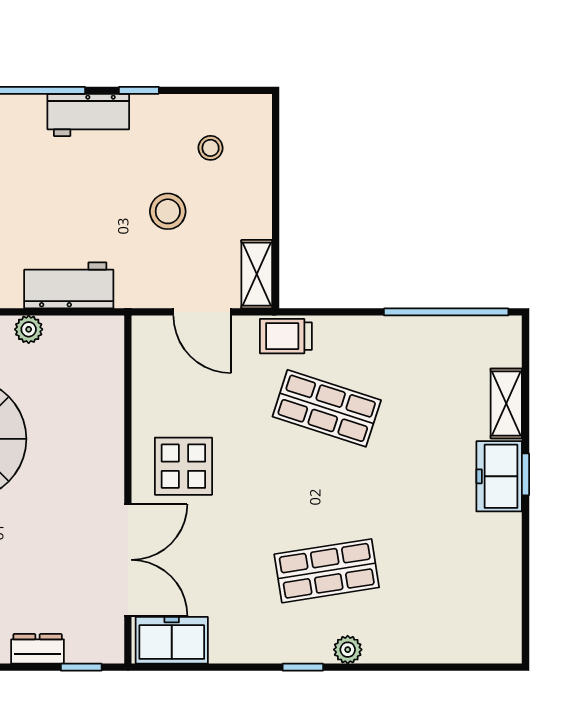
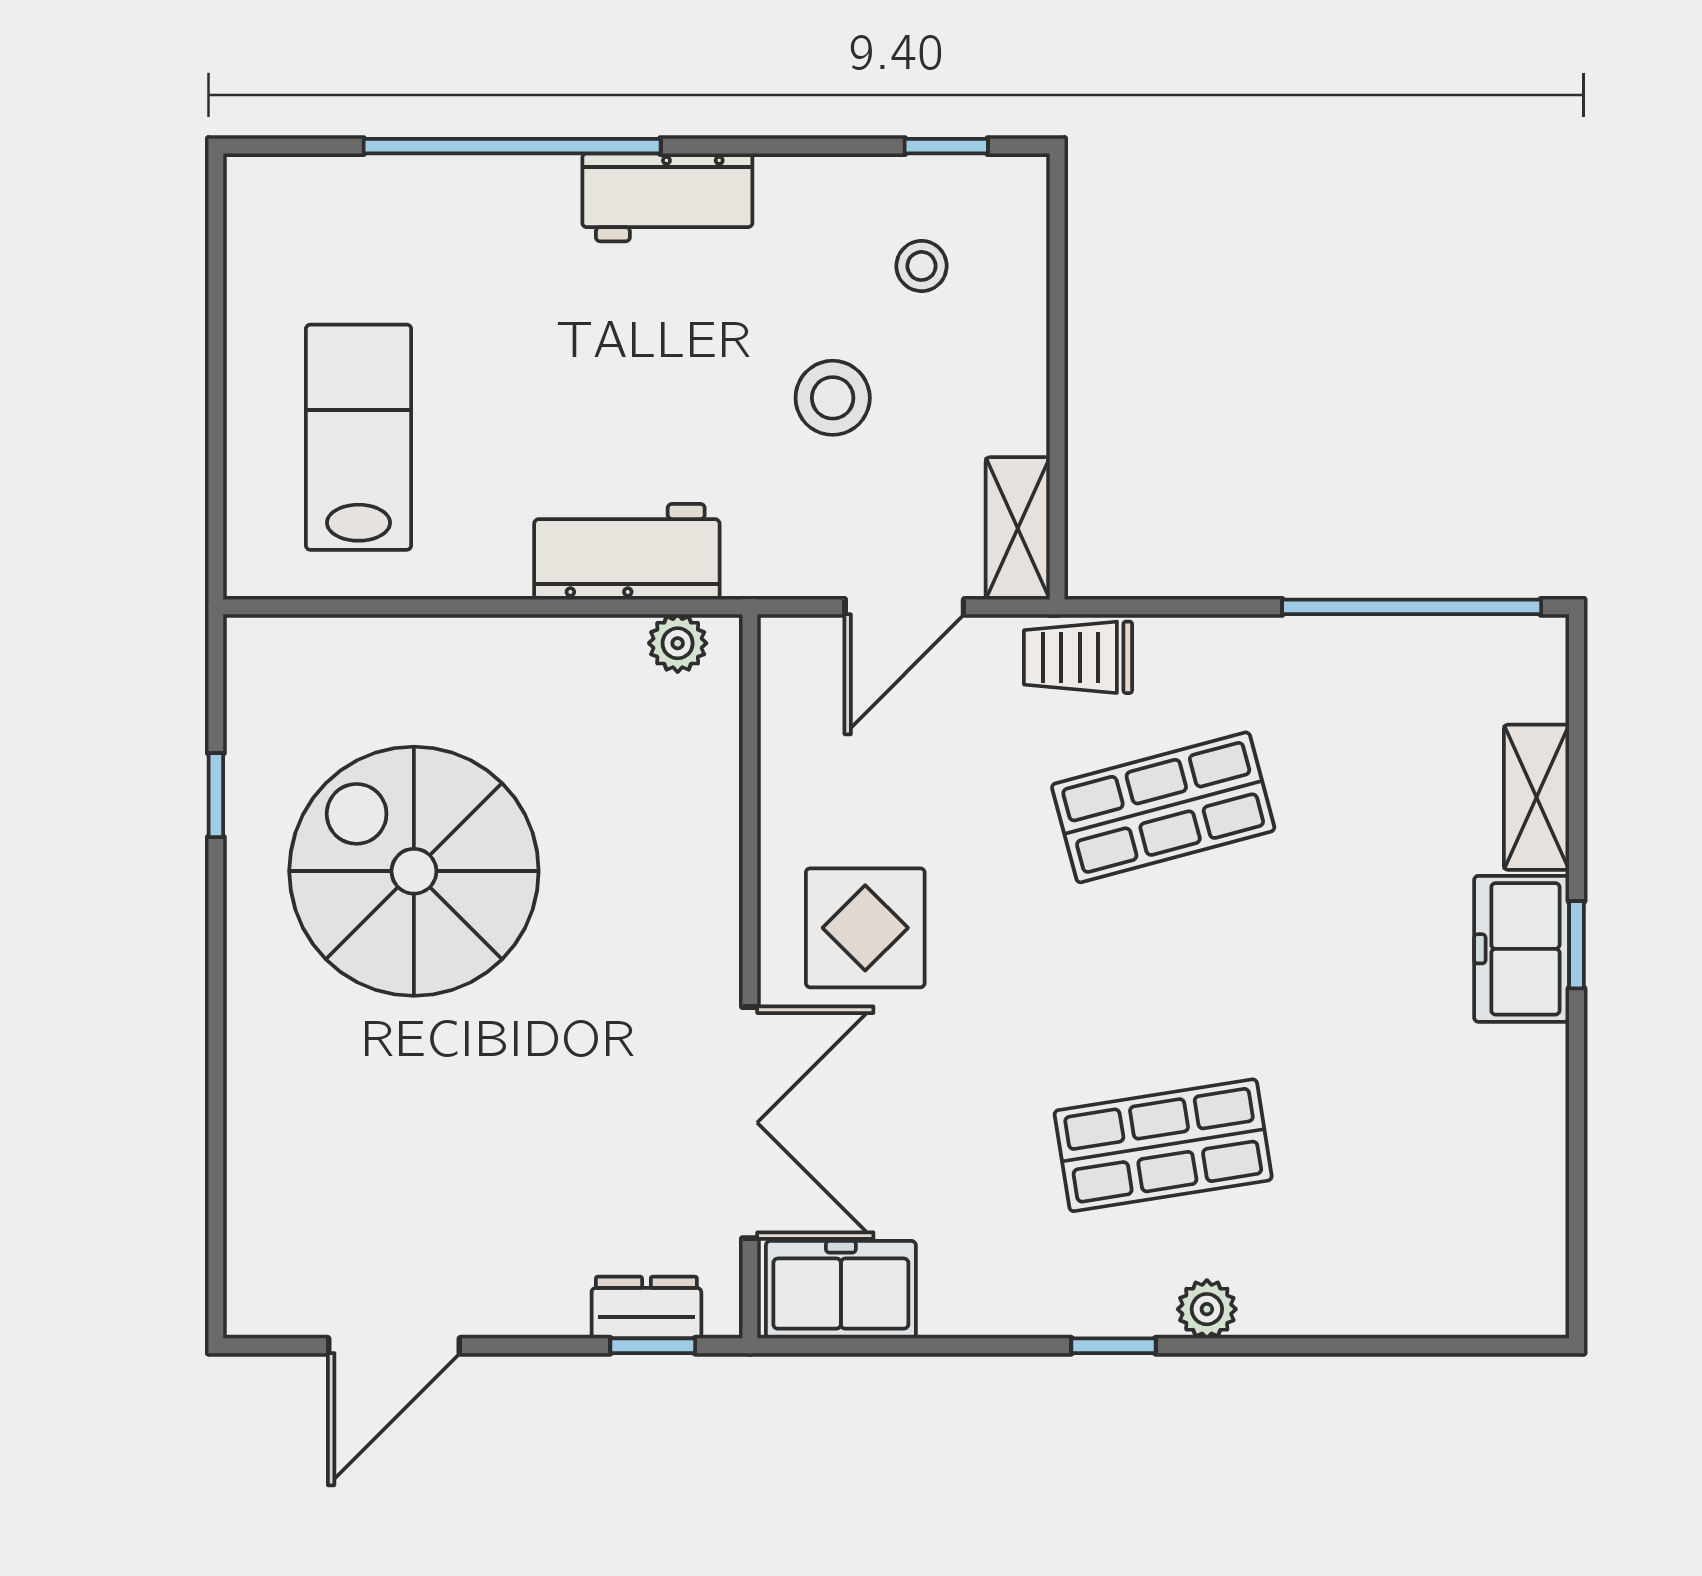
window: (139, 90) -> (946, 146), moved
door: (202, 312) -> (904, 607), hinge flipped
plant: (29, 329) -> (678, 643), moved
shop shelf: (327, 408) -> (1163, 807), turned -33
dresser: (38, 649) -> (646, 1308), moved

